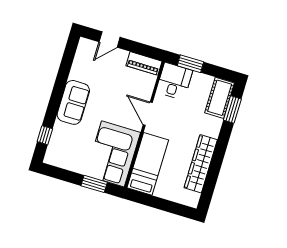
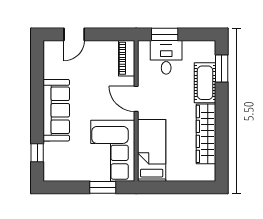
piano: (144, 63) -> (127, 58), moved, turned 90
desk: (174, 81) -> (166, 57), moved
cot: (220, 98) -> (205, 83), moved
sofa: (73, 102) -> (56, 110), width x1.36

